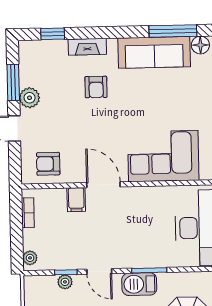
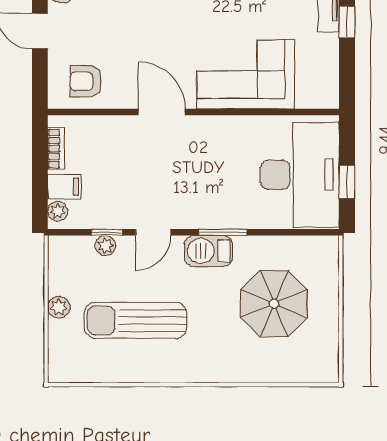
filing cabinet: (76, 200) -> (64, 187), moved, turned -90
door: (99, 271) -> (153, 232), hinge flipped

